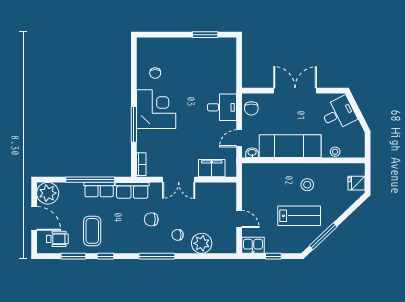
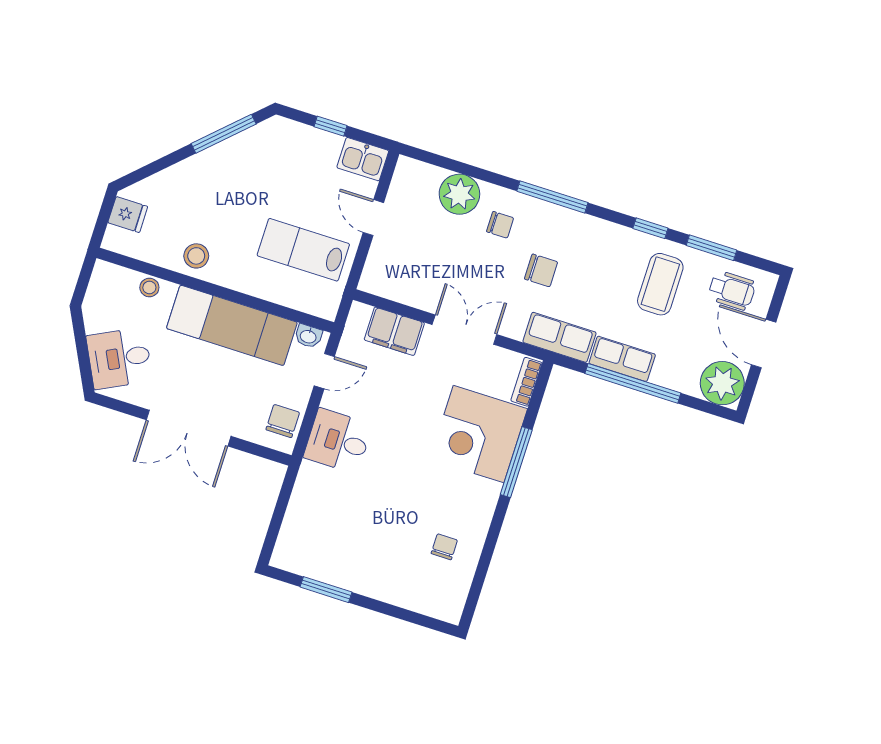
corner desk: (156, 109) -> (479, 434), moved
stool: (307, 185) -> (196, 256), moved
lab bench: (299, 216) -> (303, 250), moved
wheelchair: (57, 239) -> (732, 290), turned 180

